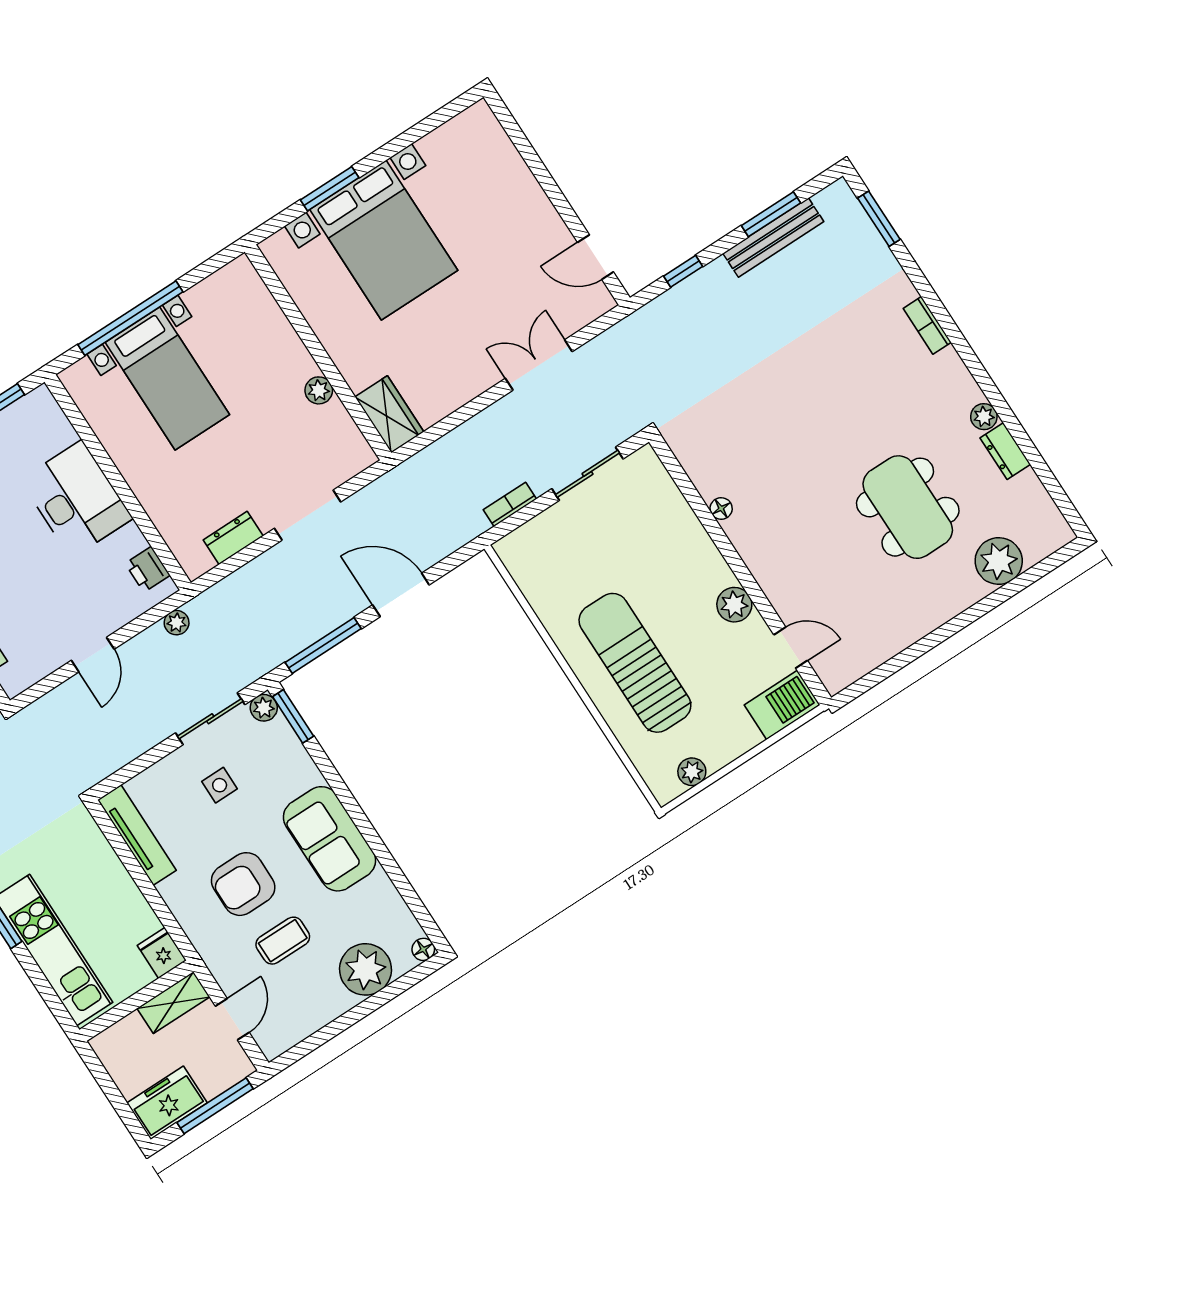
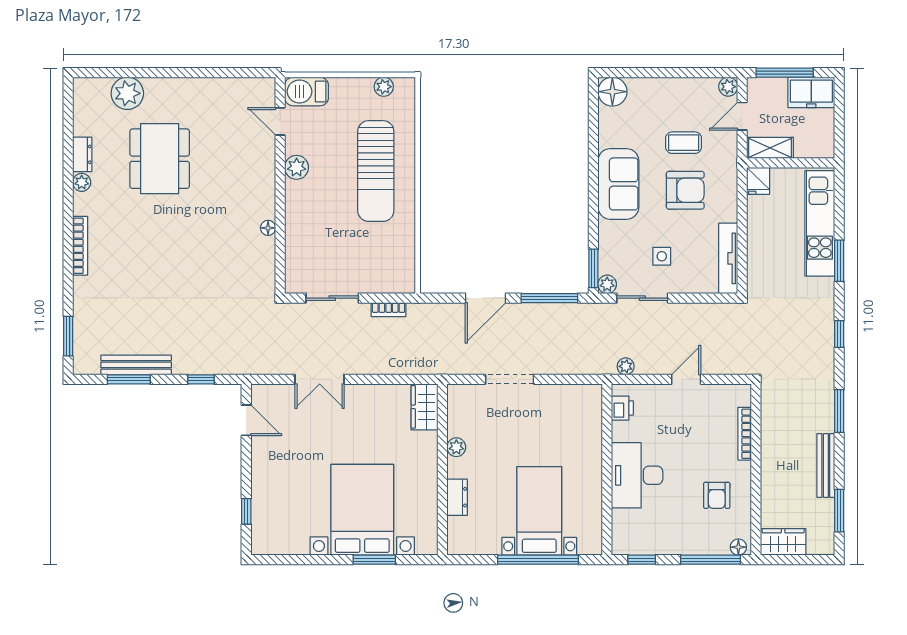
window: (524, 146) -> (246, 511), added
bookcase: (927, 325) -> (80, 246), width x1.56
dresser: (233, 538) -> (457, 497), moved, turned -90
door: (401, 595) -> (486, 298), hinge flipped
floor lamp: (423, 949) -> (612, 92), width x1.89, depth x1.89
plant: (365, 969) -> (728, 87), moved, width x0.53, depth x0.53

